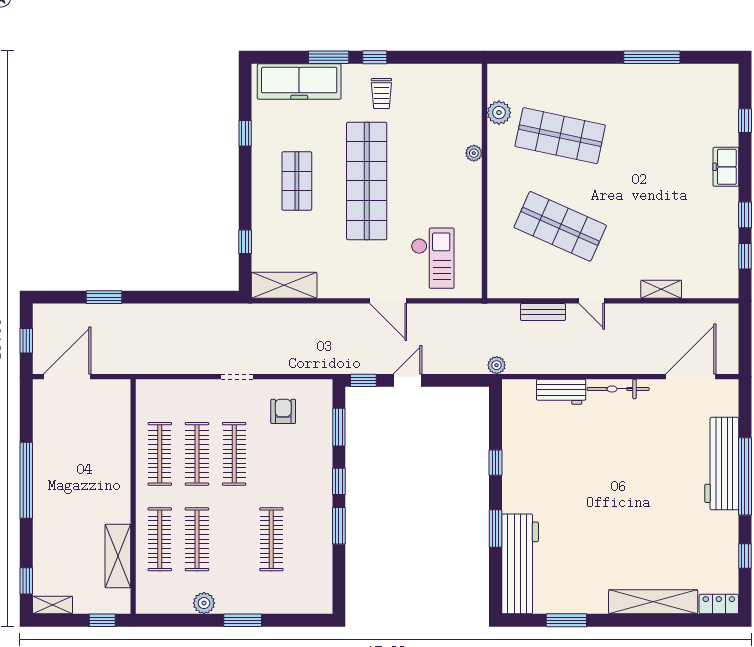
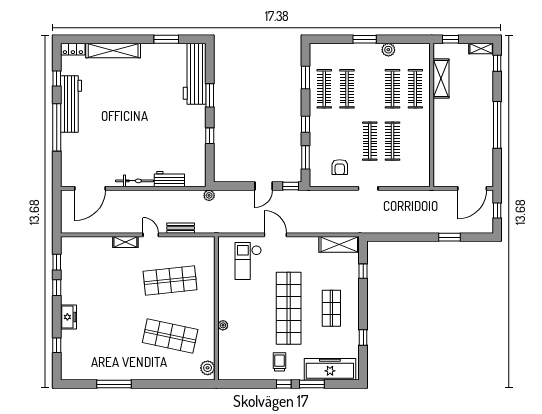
plant: (499, 113) -> (208, 368), moved
shop shelf: (560, 226) -> (170, 280), turned -30
shelving: (661, 289) -> (125, 242), moved
clothes rail: (160, 454) -> (324, 89), moved
workbench: (722, 464) -> (71, 104), moved
window: (339, 526) -> (306, 78), moved

